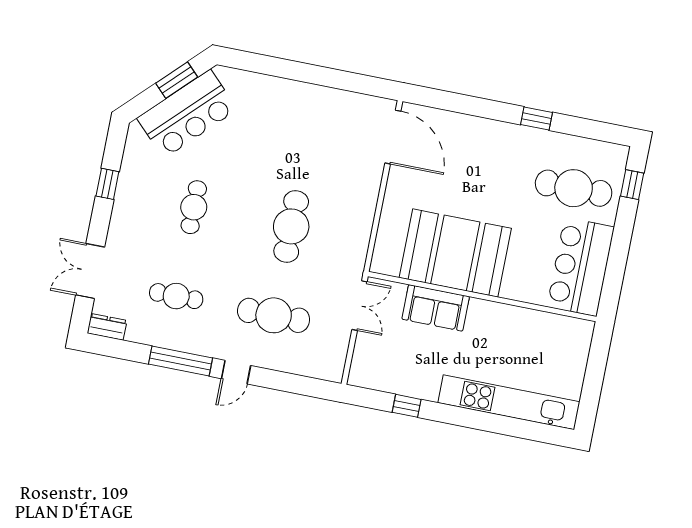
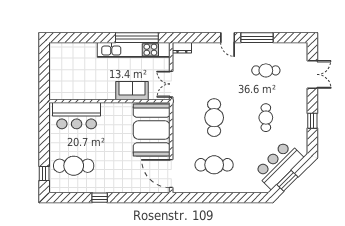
booth: (455, 253) -> (152, 130), moved, turned 90
bar counter: (581, 267) -> (77, 116), moved, turned 90
cafe table: (274, 315) -> (214, 165), moved
dresser: (107, 327) -> (182, 48), moved
door: (236, 372) -> (228, 38), swing flipped
kitchen unit: (509, 402) -> (134, 50), moved
window: (407, 406) -> (137, 38), width x3.17

